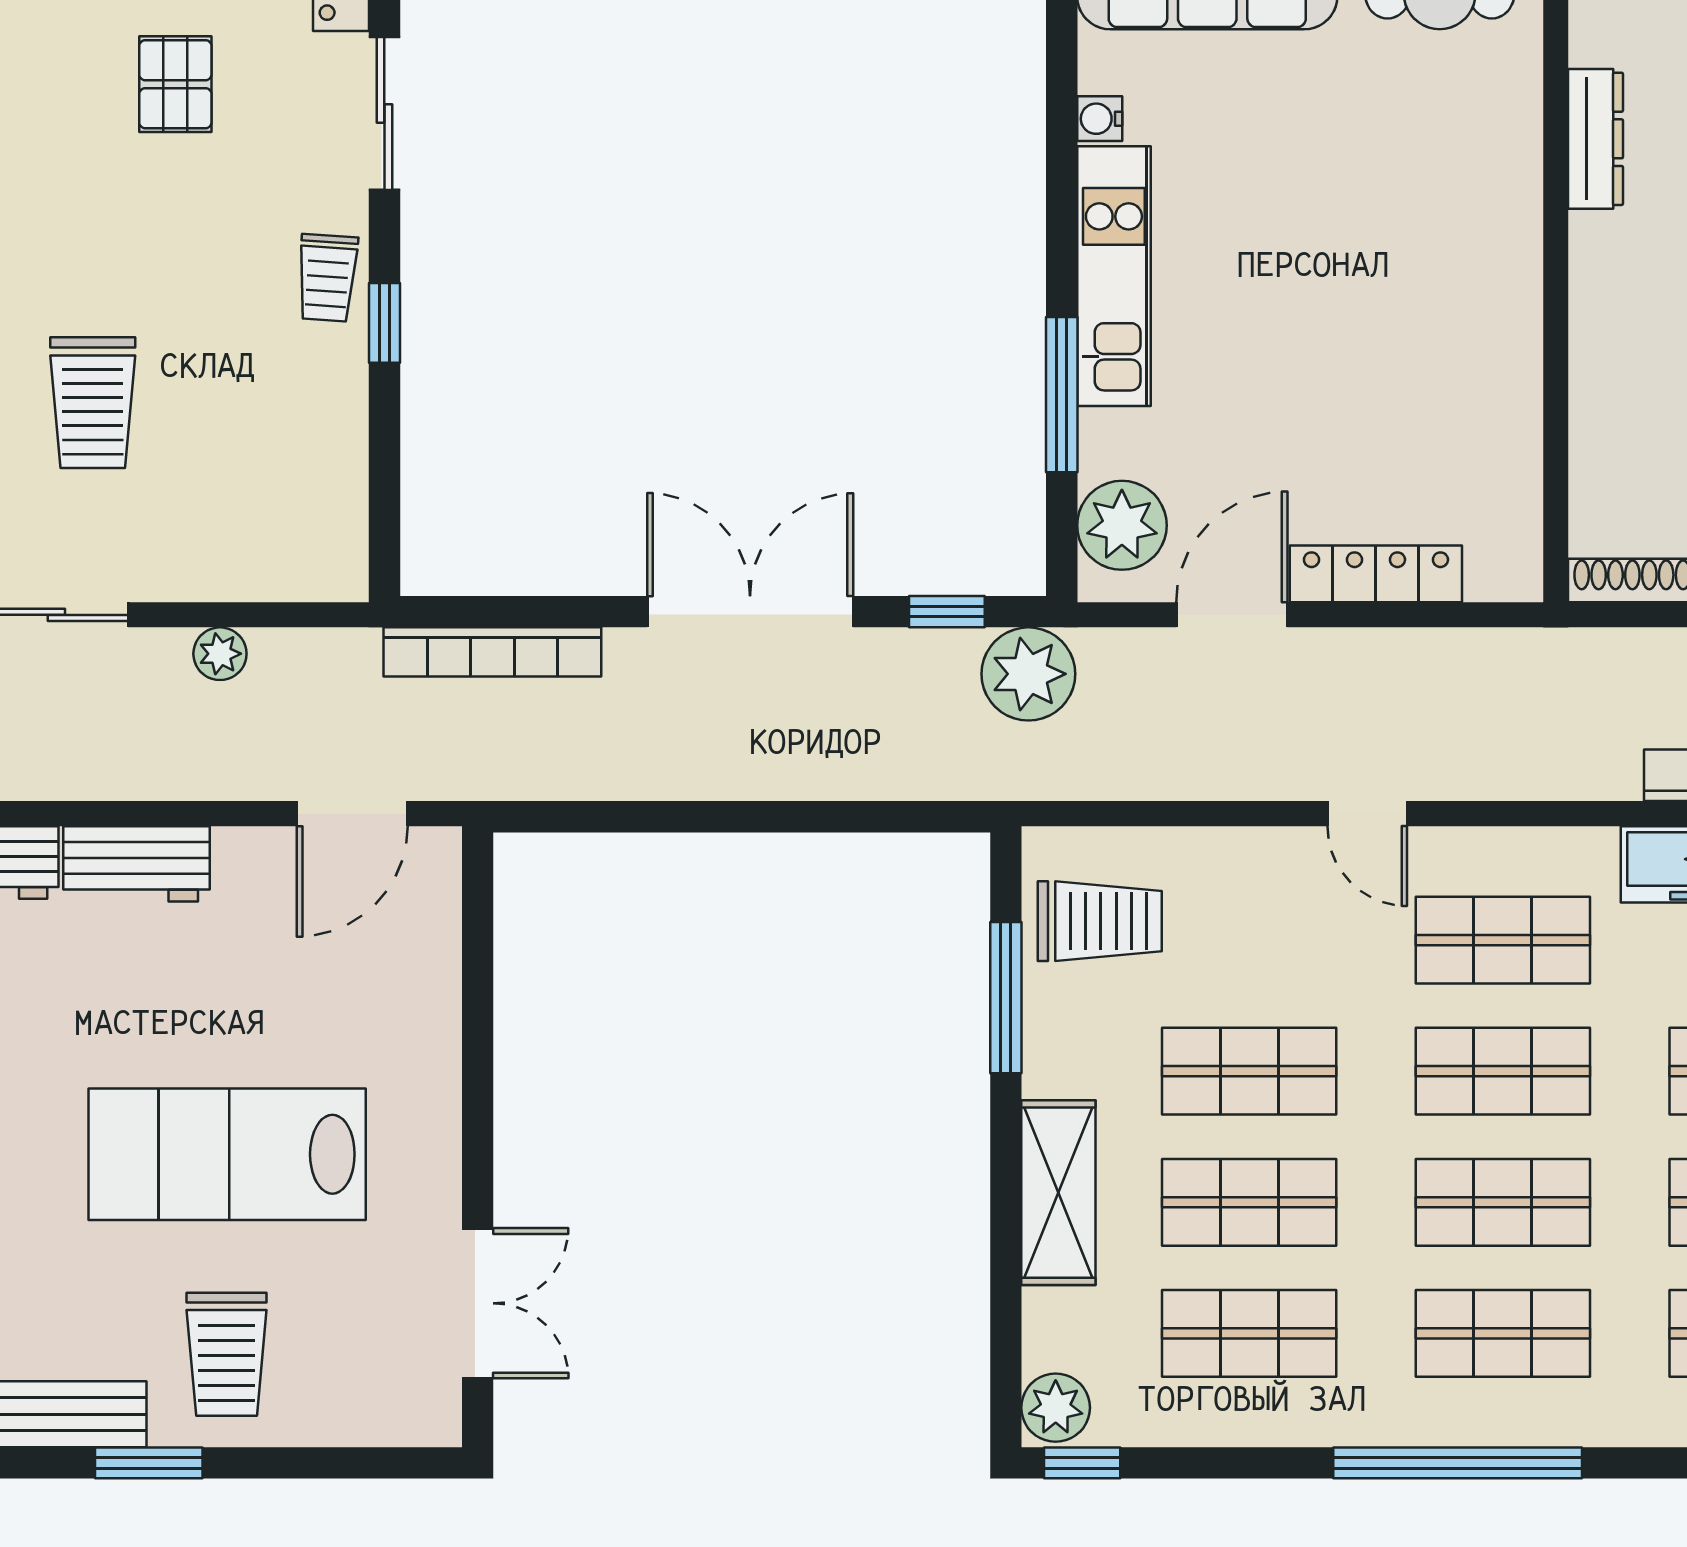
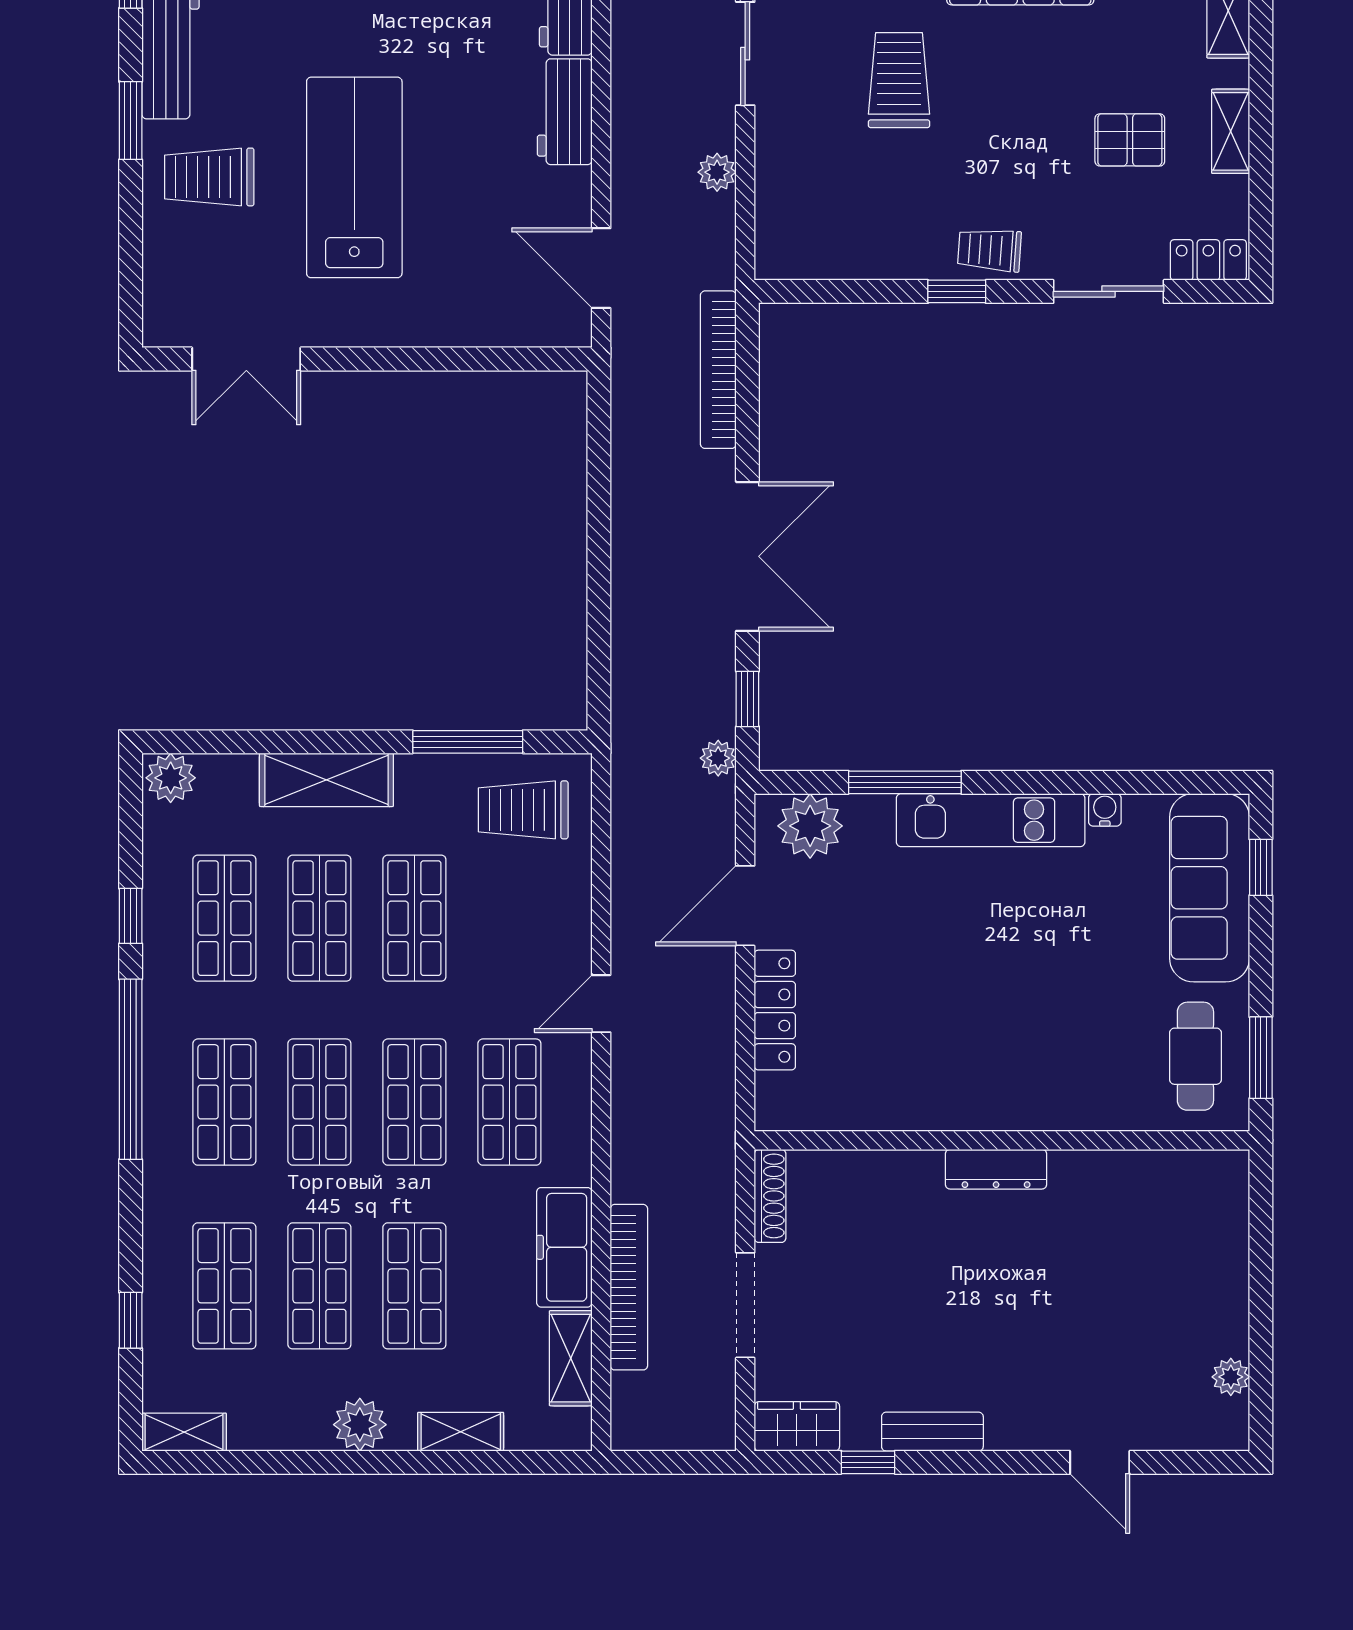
dresser: (1595, 139) -> (996, 1169), moved
trolley: (93, 403) -> (899, 80), turned 90
door: (1232, 615) -> (745, 906), swing flipped
plant: (1028, 674) -> (718, 758), width x0.53, depth x0.53
trolley: (1100, 921) -> (523, 810), turned 90
window: (1082, 1463) -> (131, 916), moved

